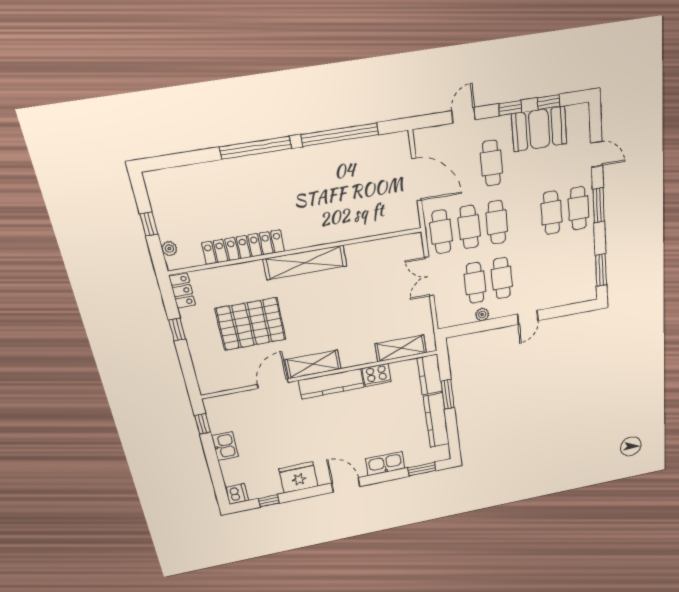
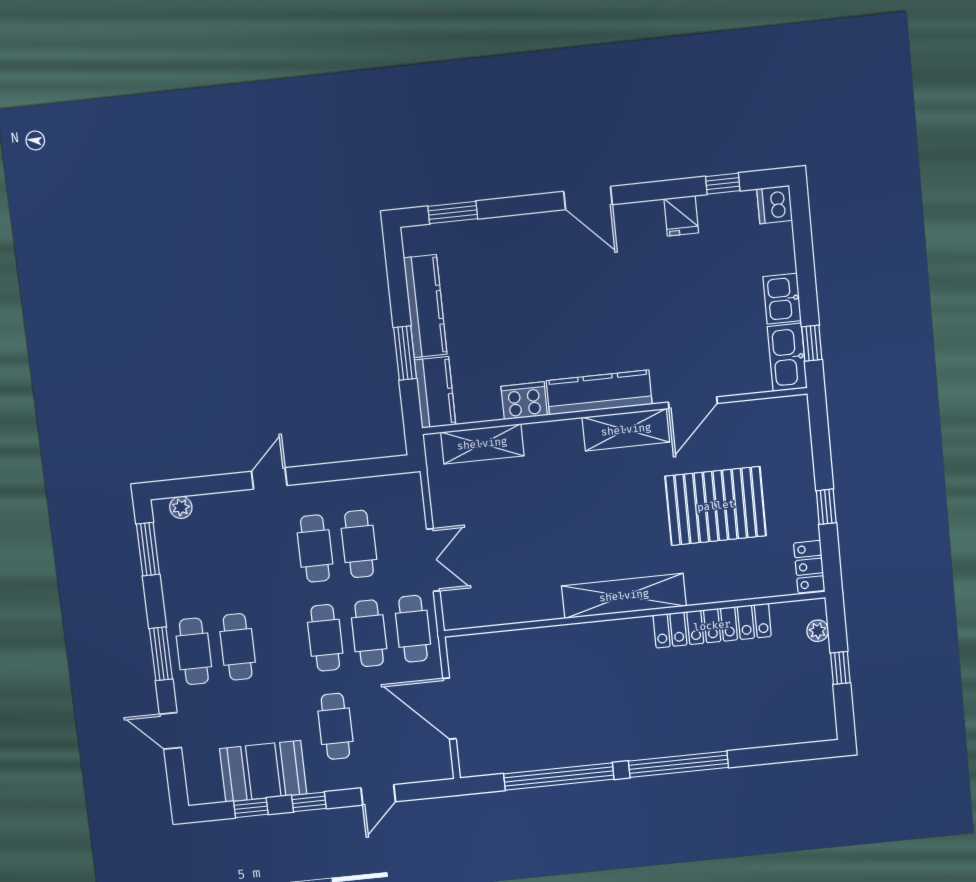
plant: (482, 314) -> (181, 507), moved
kitchen sink: (385, 464) -> (787, 357), moved, turned 90
fridge: (298, 477) -> (681, 216), width x0.53, depth x0.75

